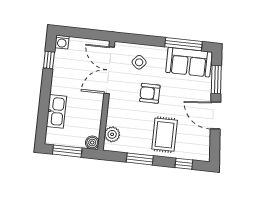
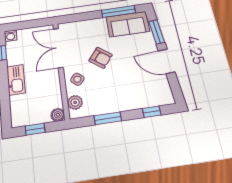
side table: (139, 62) -> (77, 79), moved
armchair: (150, 93) -> (101, 58), turned -142
kitchen sink: (56, 111) -> (16, 80), moved
rug: (165, 135) -> (125, 90), removed
window: (67, 151) -> (35, 129), width x0.67

